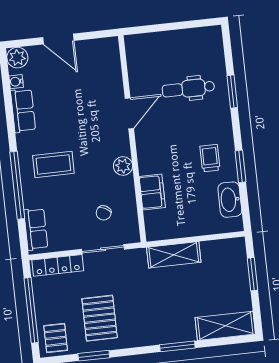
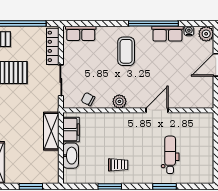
door: (129, 113) -> (157, 110), swing flipped
window: (17, 185) -> (153, 24), moved
filing cabinet: (152, 192) -> (71, 130), moved, turned -90
washbasin: (230, 200) -> (71, 156), moved, turned 90
chair: (104, 213) -> (88, 99), moved

